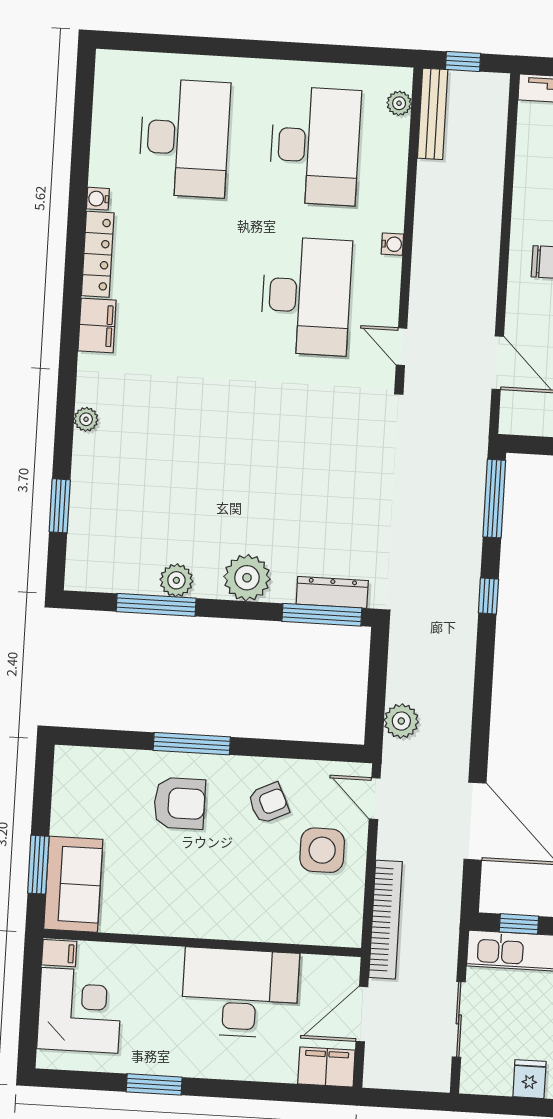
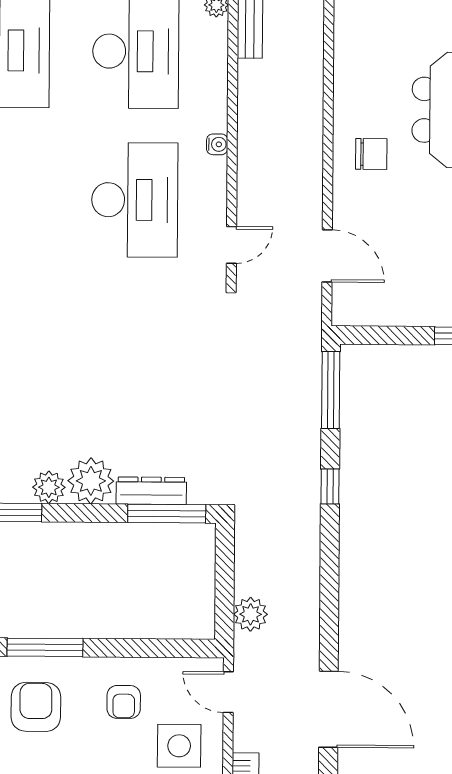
door: (402, 347) -> (231, 245), swing flipped
plant: (176, 580) -> (49, 487), moved
dresser: (332, 592) -> (151, 491), moved
armchair: (179, 803) -> (36, 707), turned -90
armchair: (268, 803) -> (124, 702), turned 115

